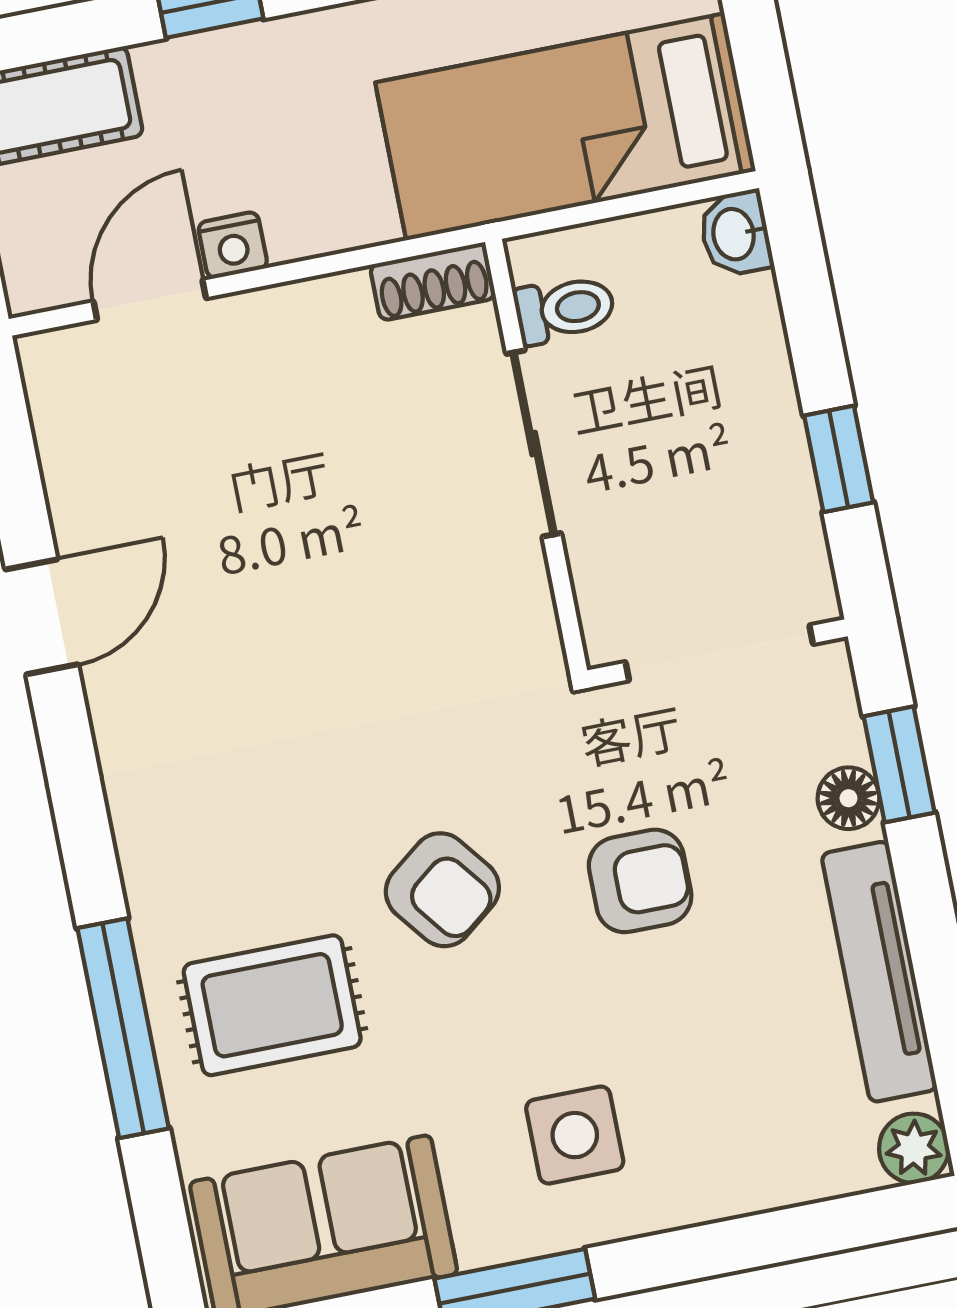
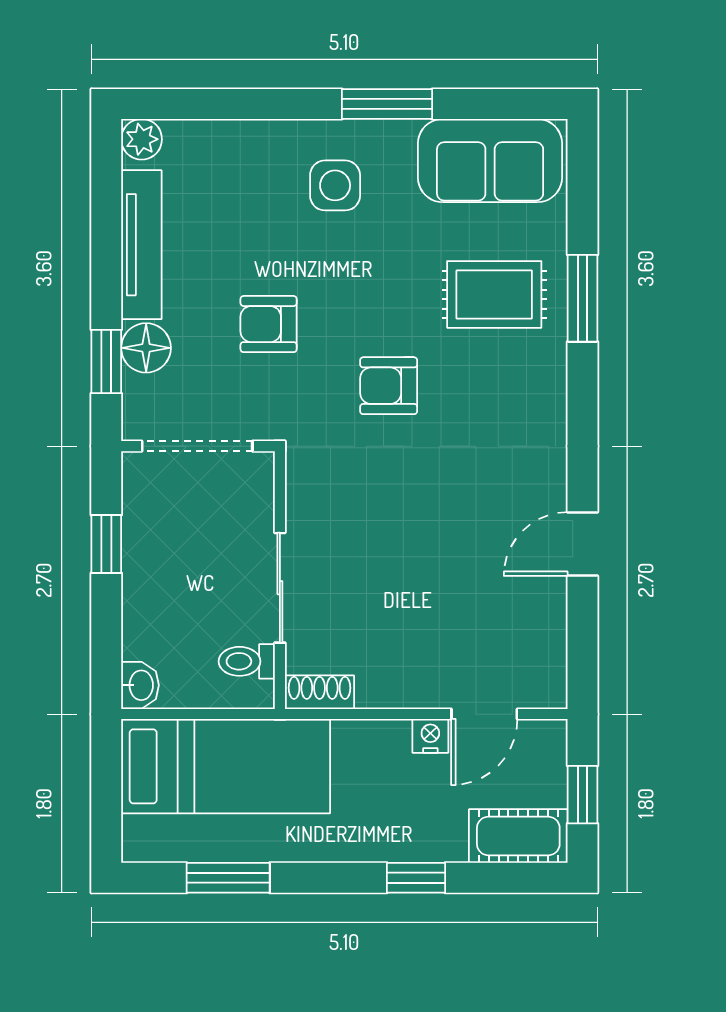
floor lamp: (848, 798) -> (146, 348), width x1.37, depth x1.37
armchair: (442, 890) -> (389, 386), moved, turned -52
window: (123, 1028) -> (582, 298), width x0.69

